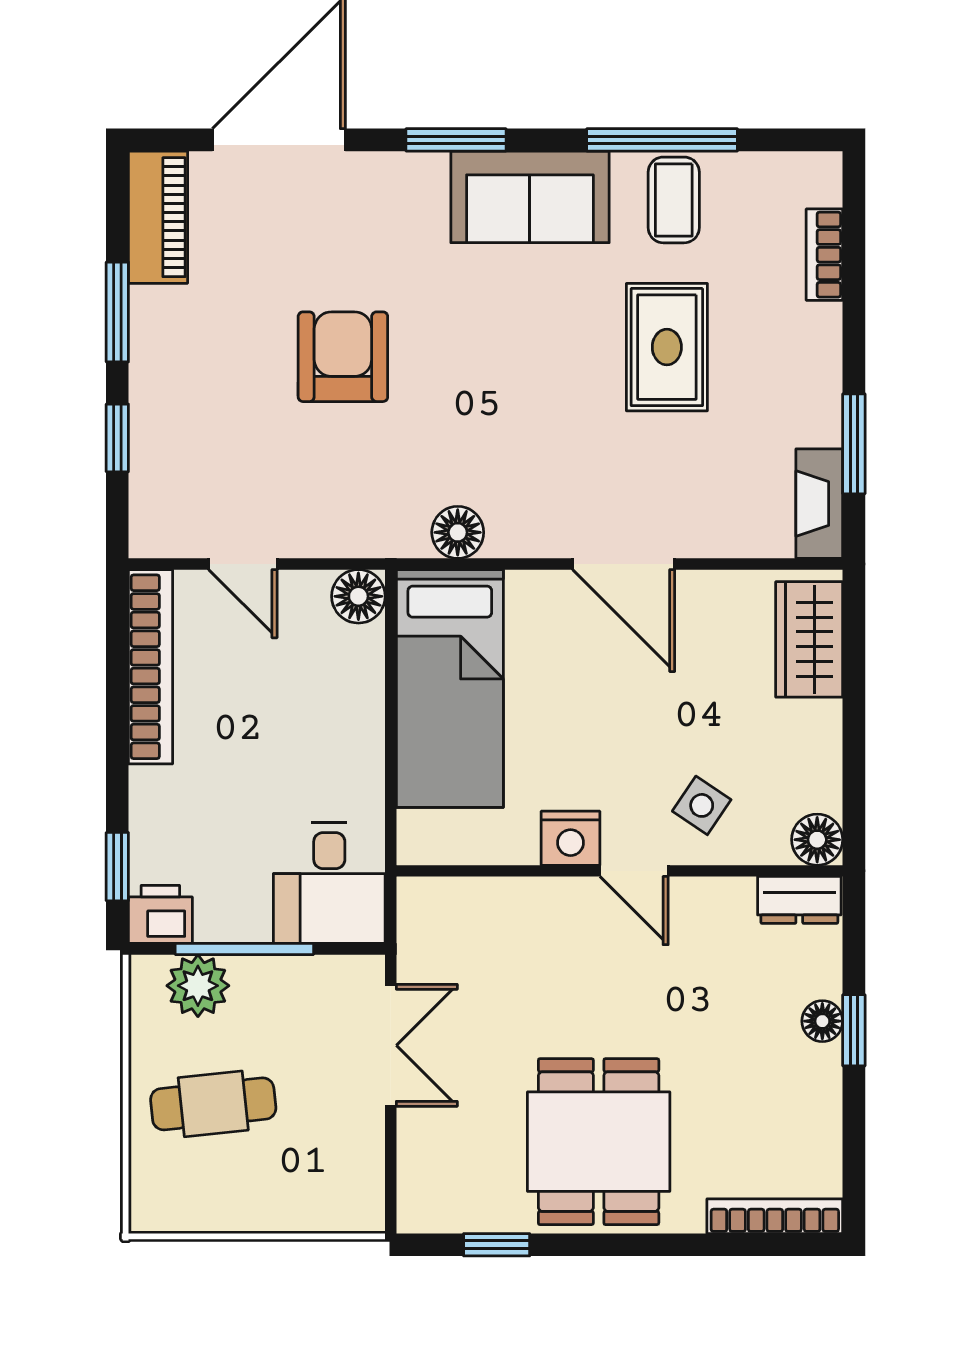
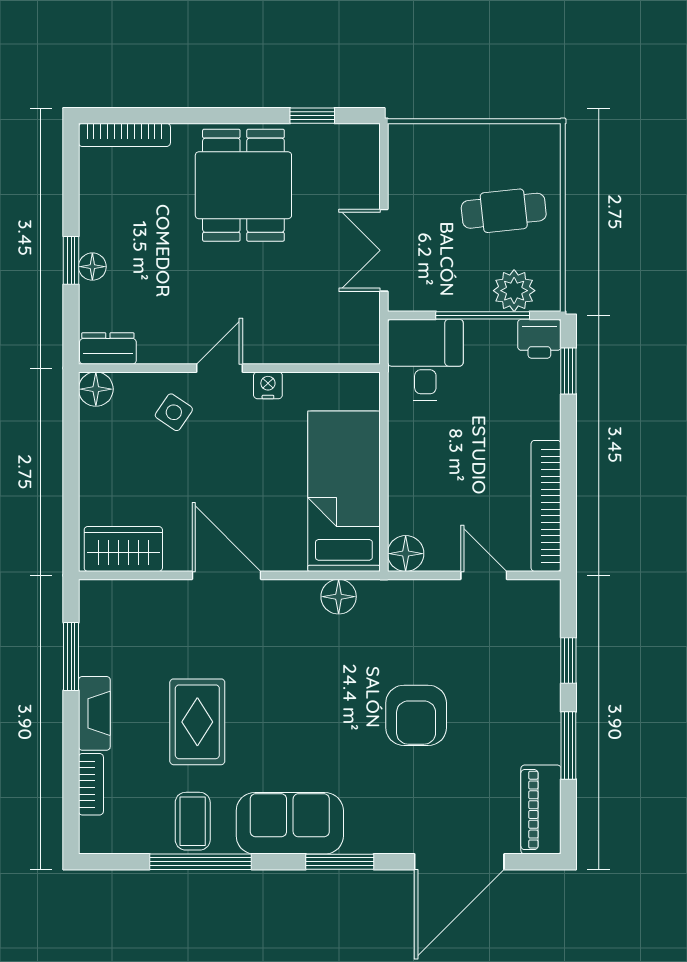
fireplace: (819, 504) -> (94, 713), moved
wardrobe: (809, 639) -> (123, 549), moved, turned -90
nightstand: (571, 838) -> (268, 385), width x0.72, depth x0.74
door: (634, 871) -> (220, 368), hinge flipped

